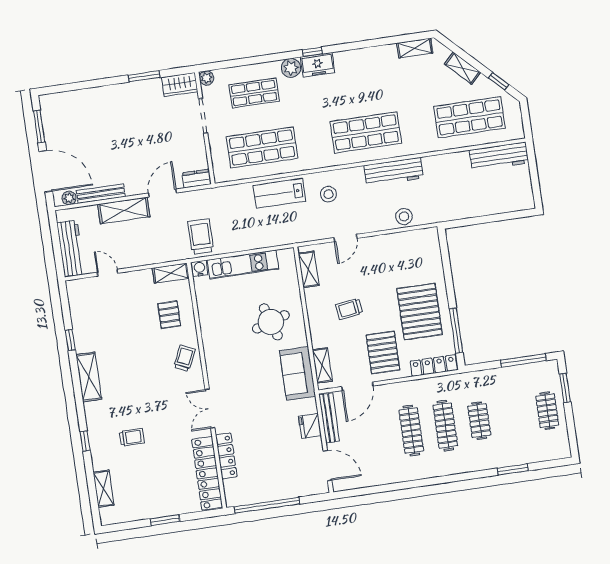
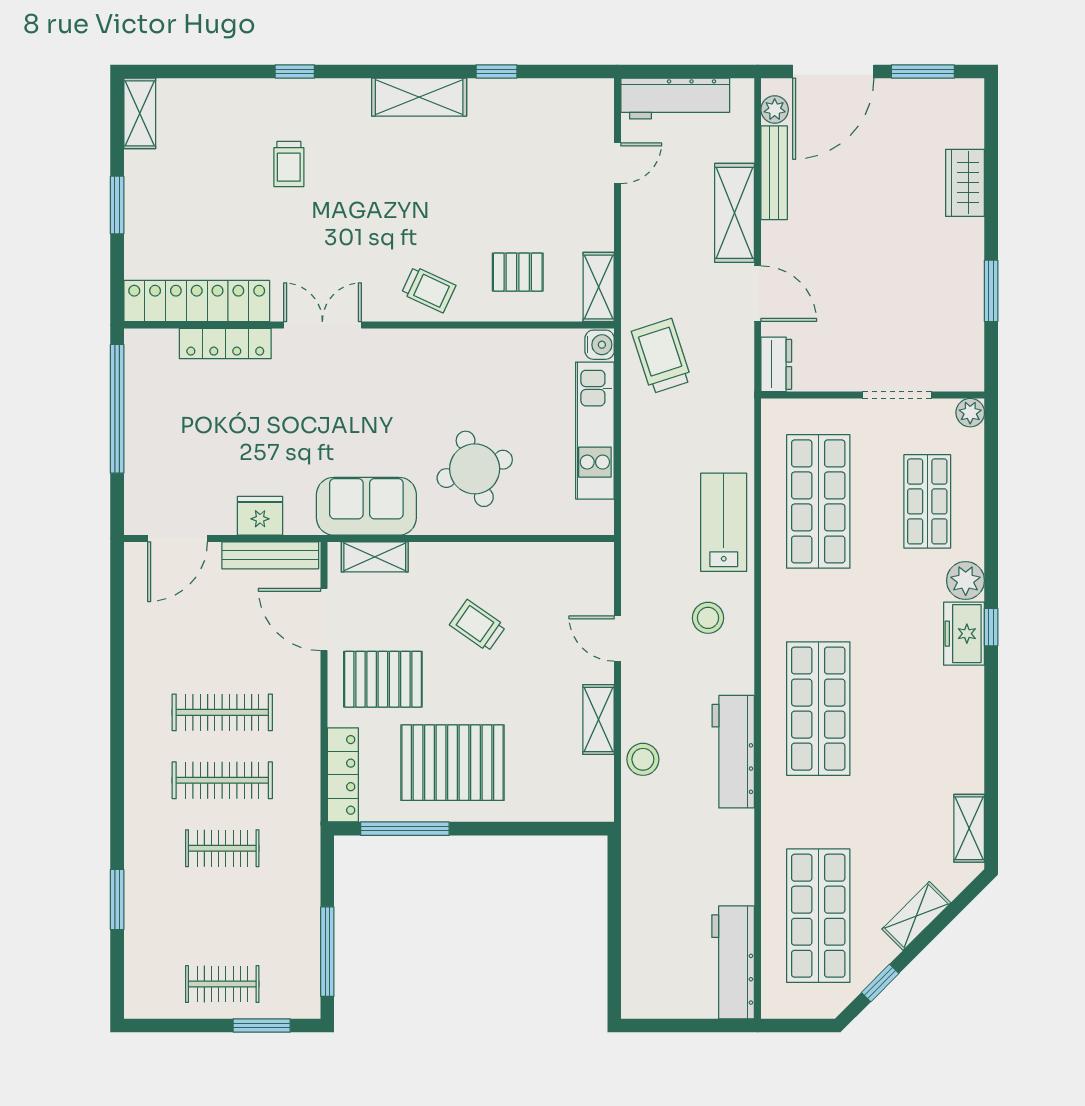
wardrobe: (180, 84) -> (965, 183), moved
trolley: (201, 237) -> (662, 356), turned -108
shelving: (309, 269) -> (598, 719), moved, turned 90
trolley: (349, 309) -> (478, 626), turned -47
shelving: (104, 489) -> (140, 113), moved, turned 90

